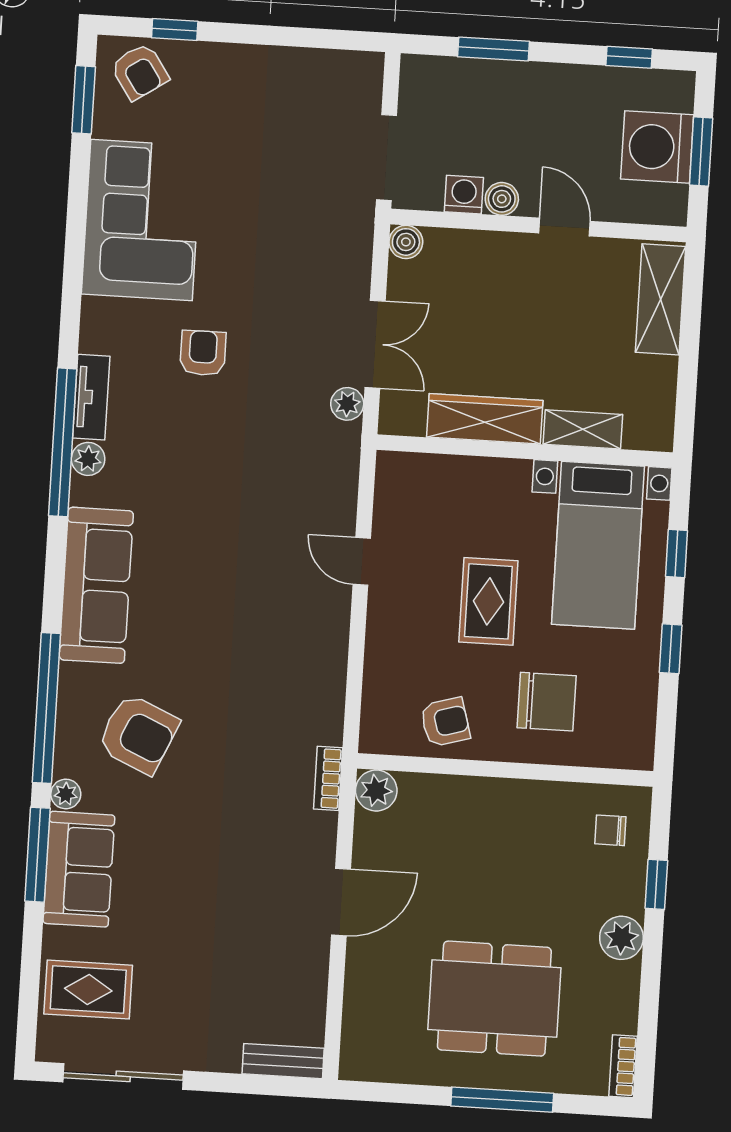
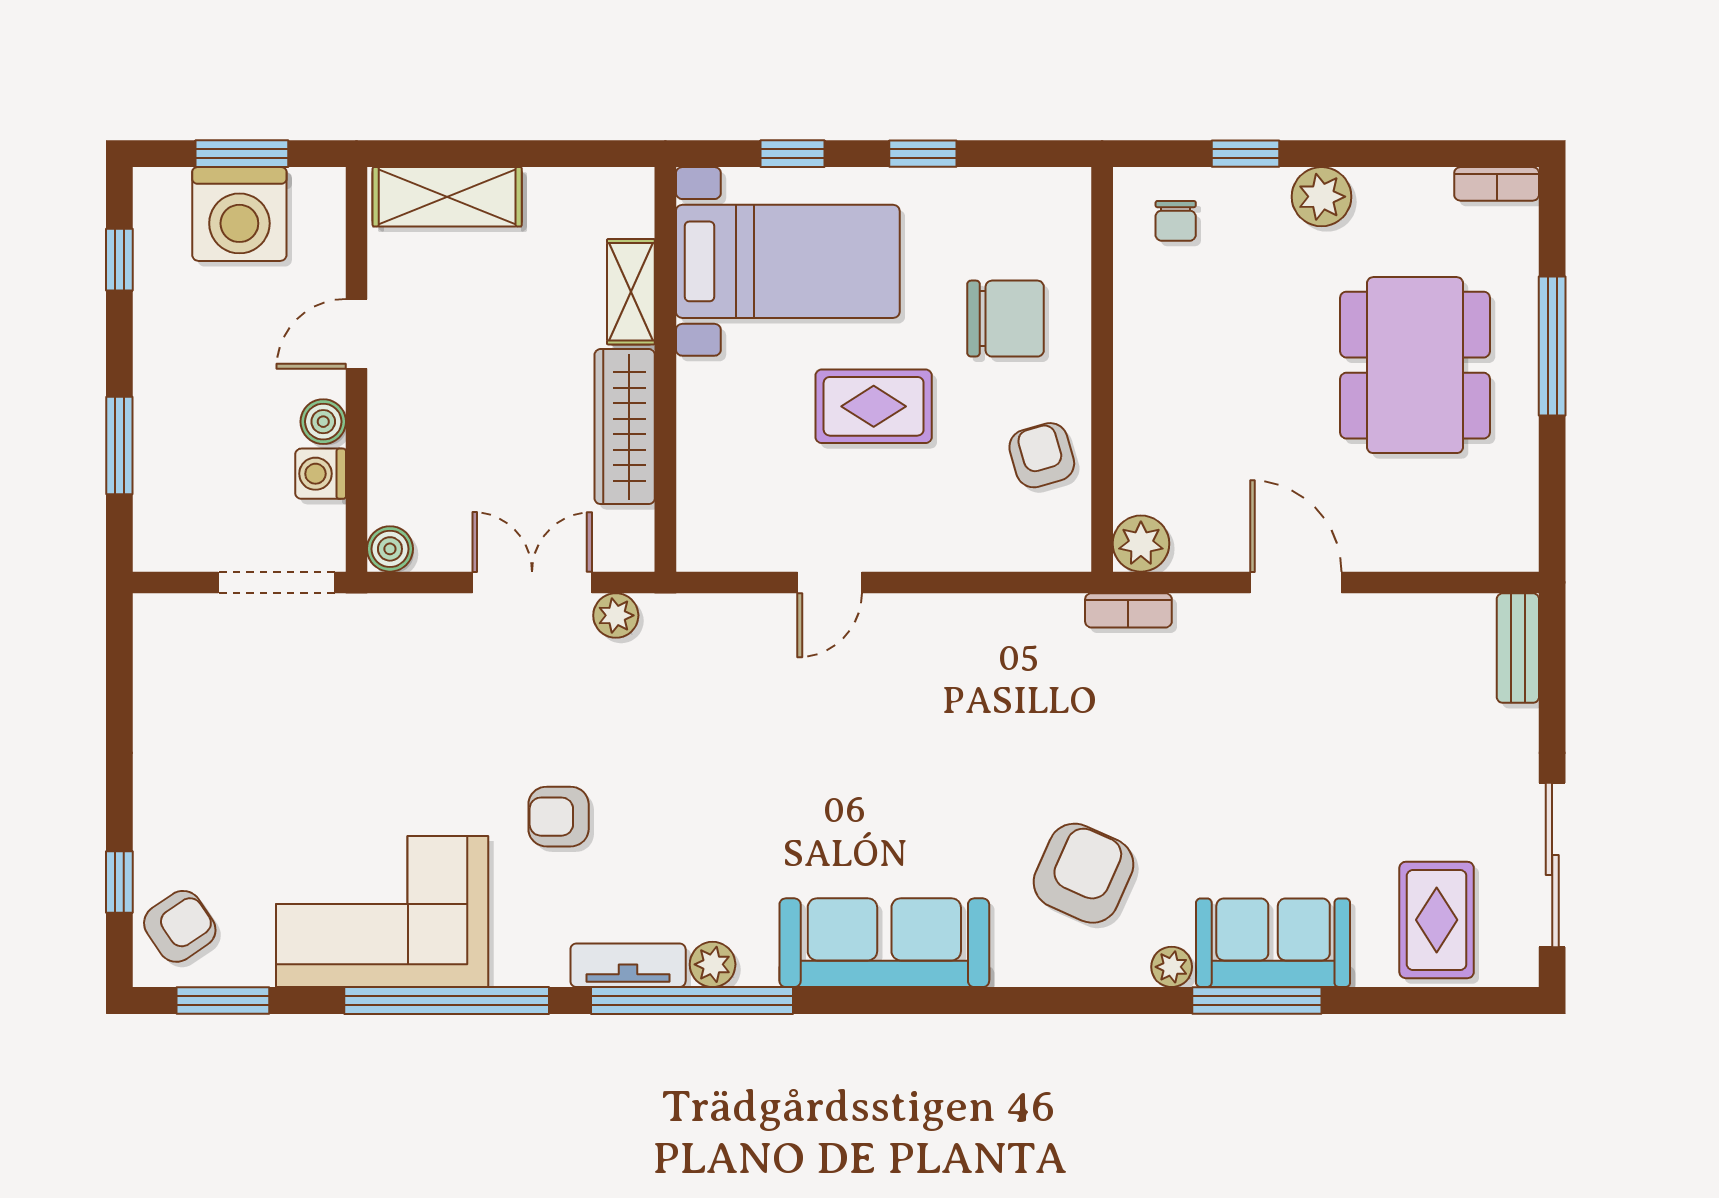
chair: (547, 702) -> (1006, 319), turned 90
window: (46, 708) -> (447, 1001), moved

